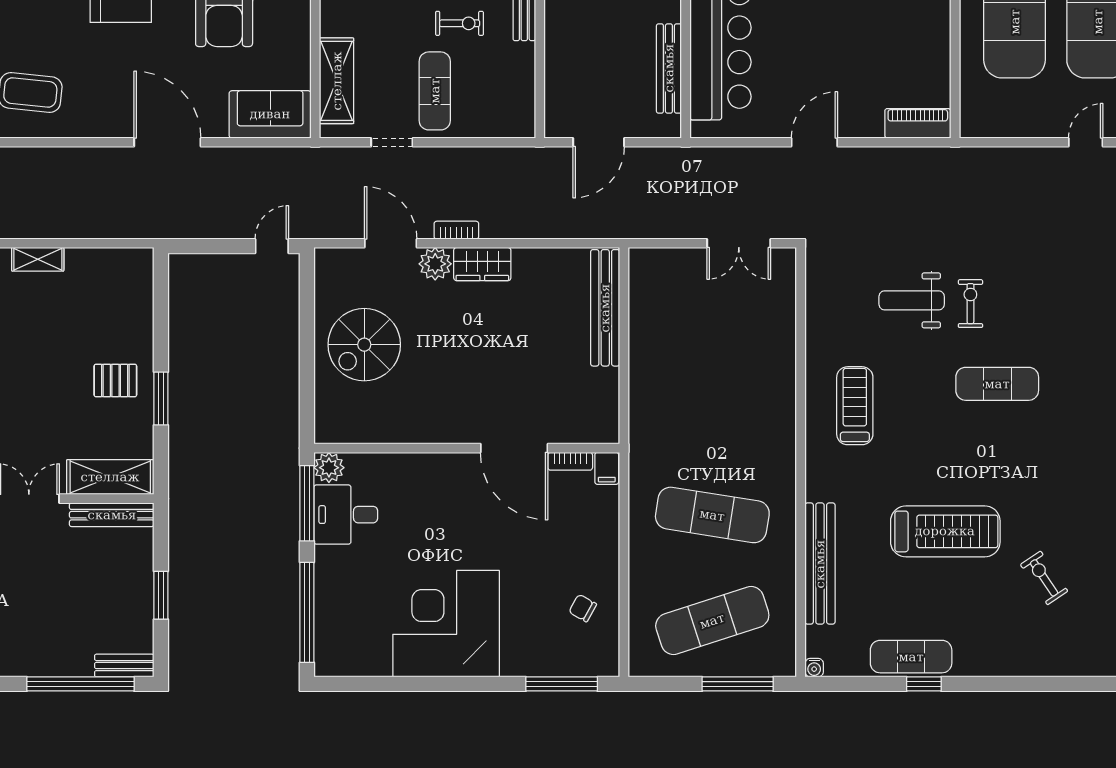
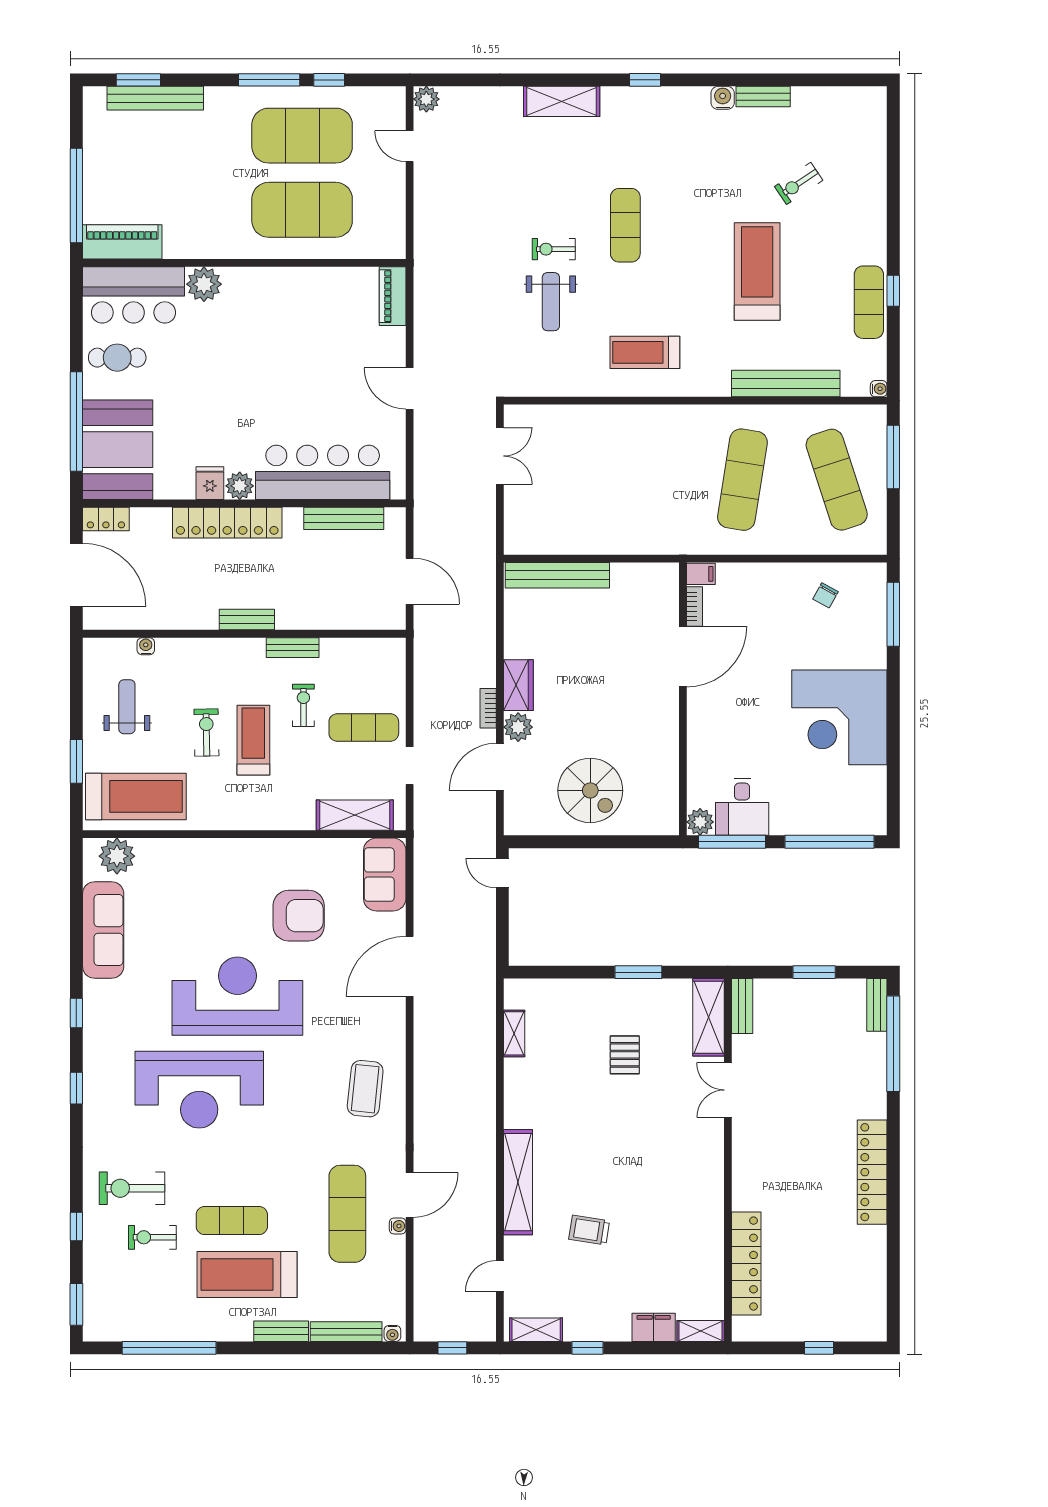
shelving: (38, 259) -> (514, 1033), moved
pallet: (115, 380) -> (625, 1055), moved
bench: (112, 515) -> (742, 1006), width x0.73

